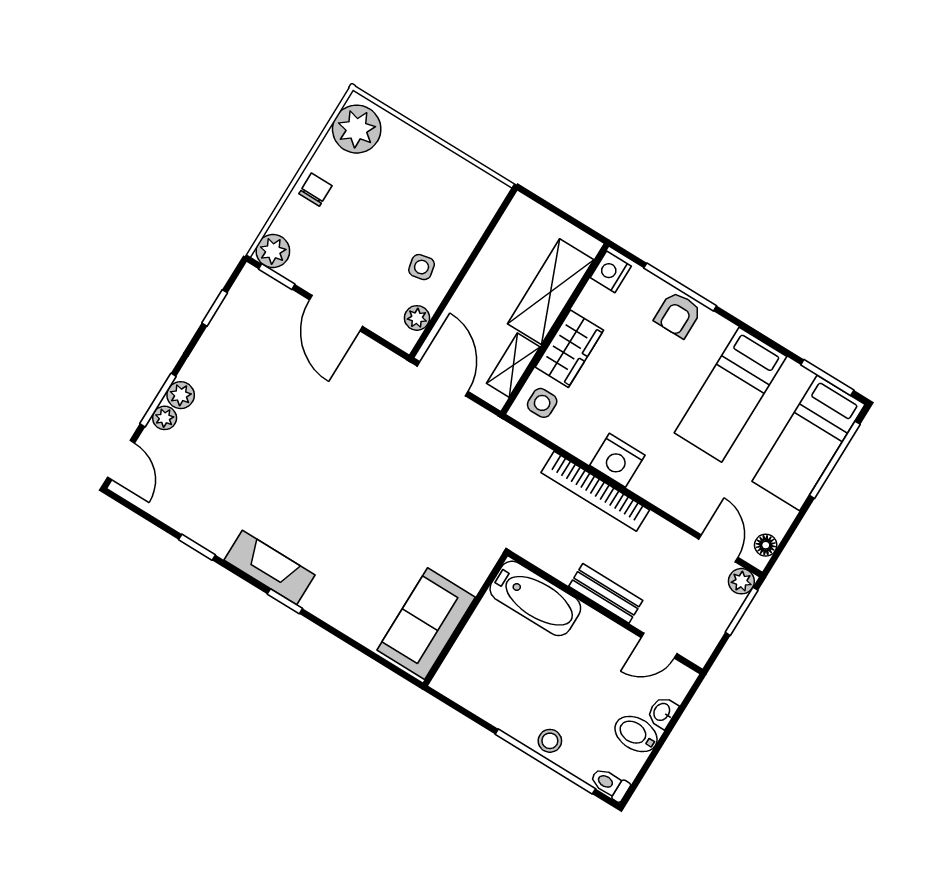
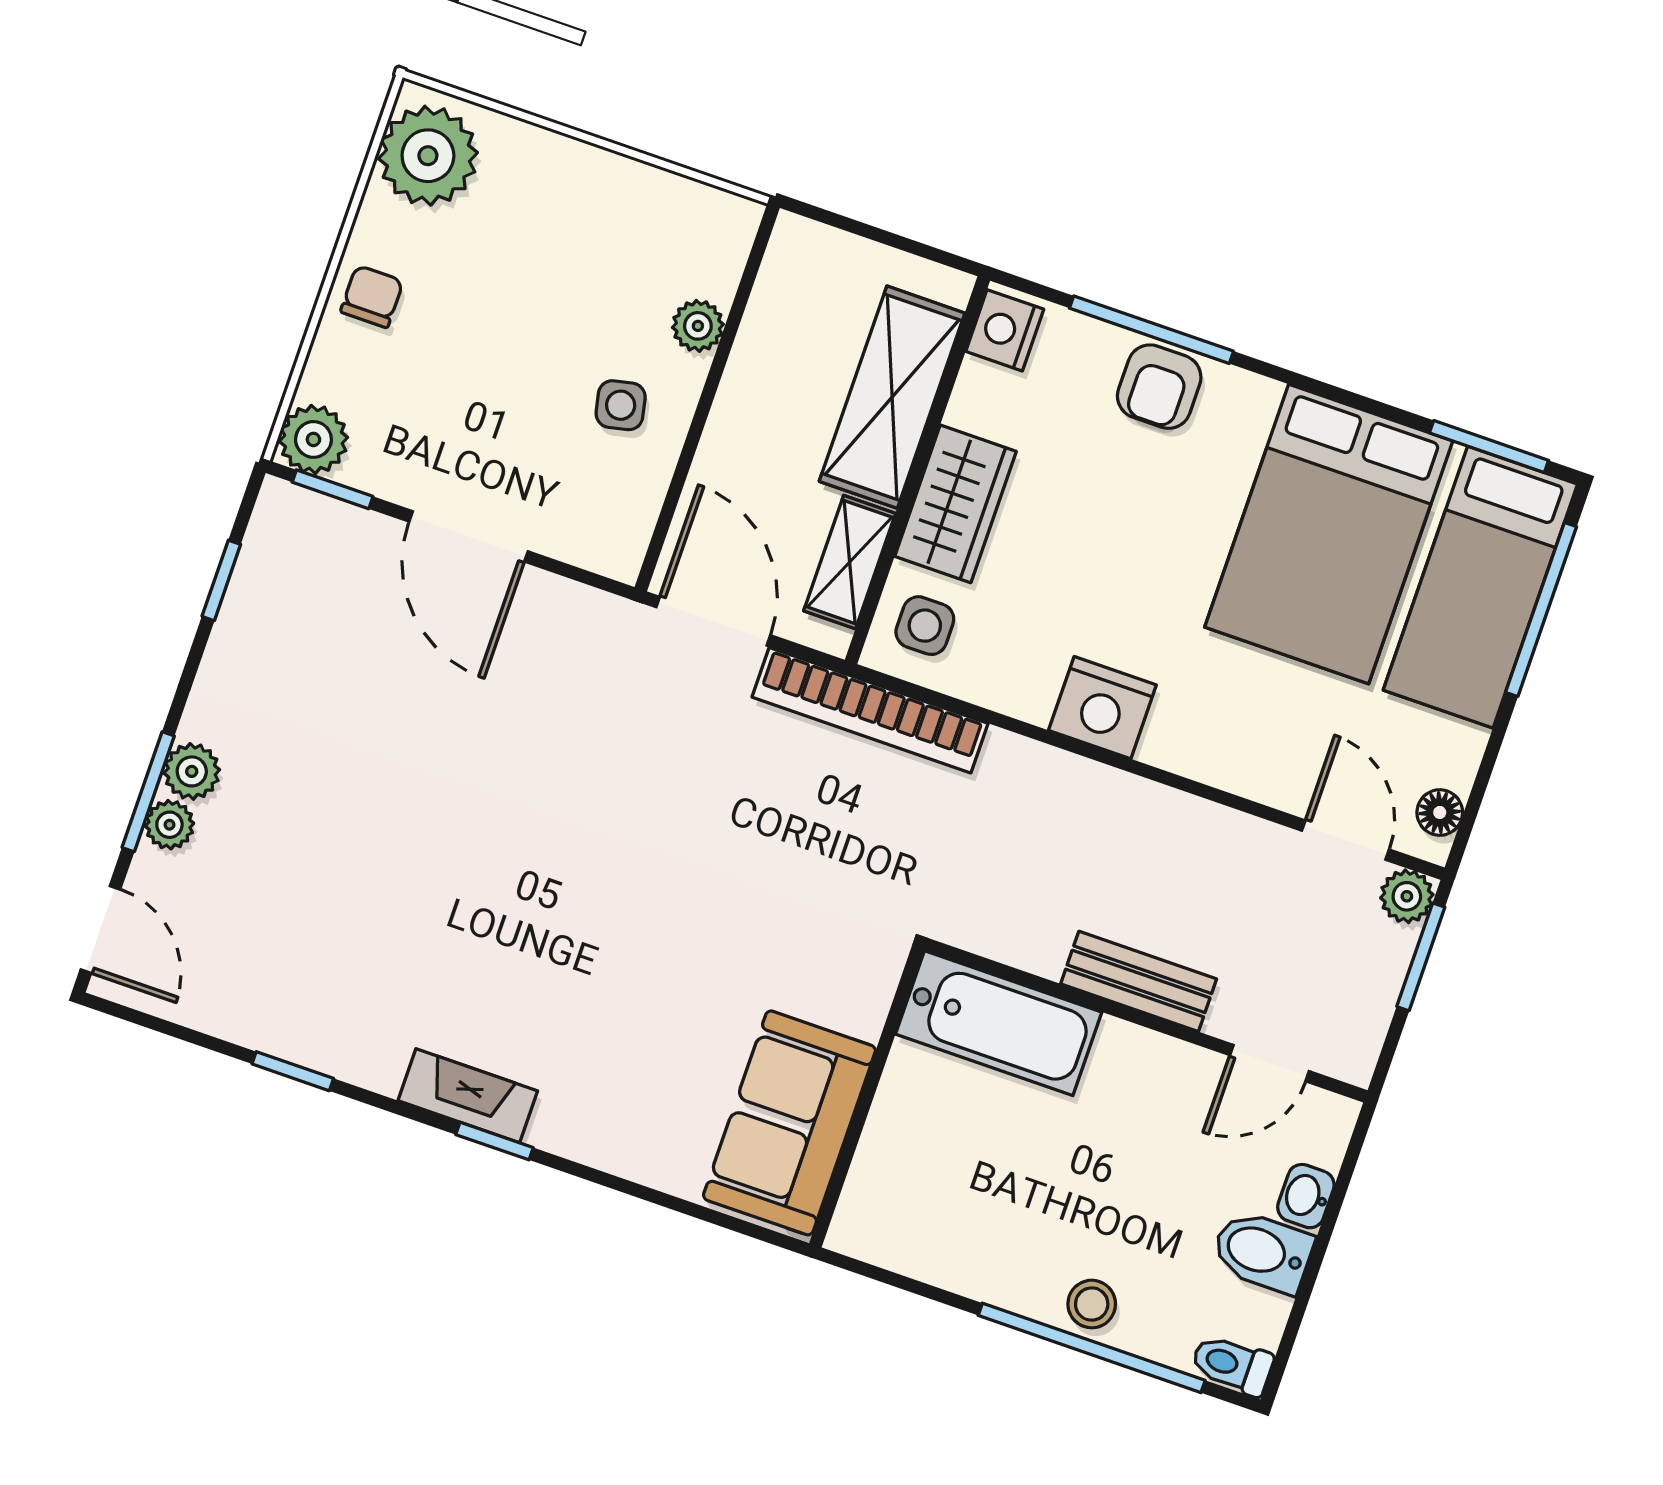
plant: (417, 318) -> (698, 326), moved
bed: (730, 395) -> (1329, 534), width x1.50
bookcase: (595, 491) -> (870, 710), moved
fireplace: (269, 567) -> (468, 1096), width x0.73, depth x0.76

